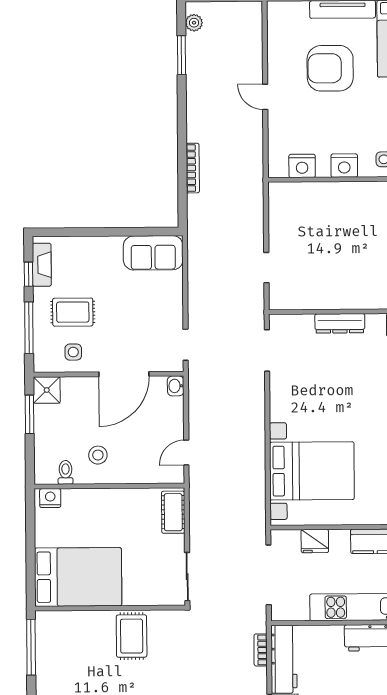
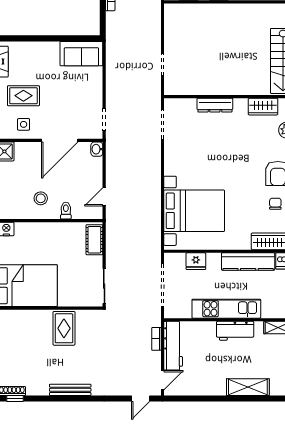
toilet: (66, 472) -> (66, 211), moved

